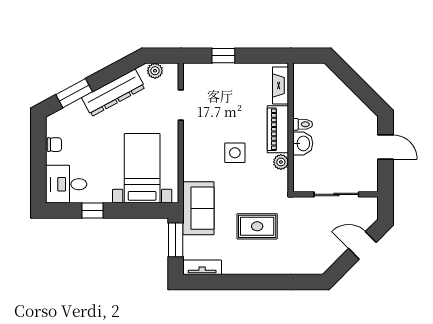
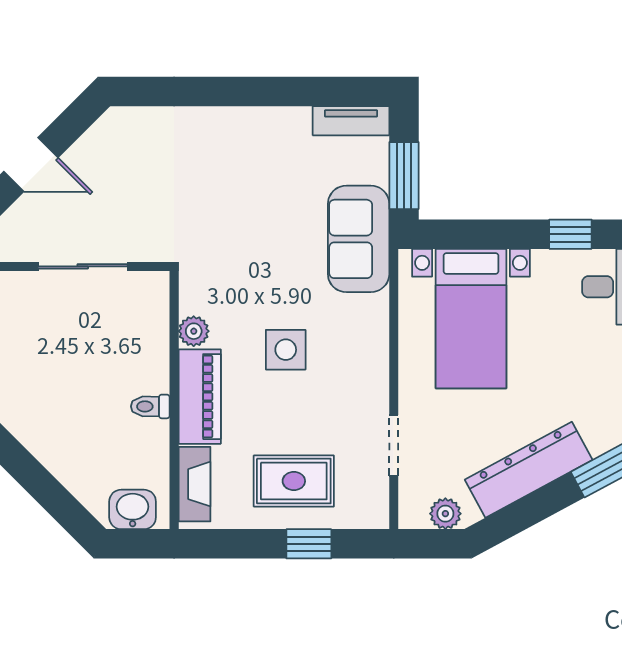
washbasin: (303, 143) -> (133, 509), moved, turned 90
rug: (257, 226) -> (294, 481), moved

